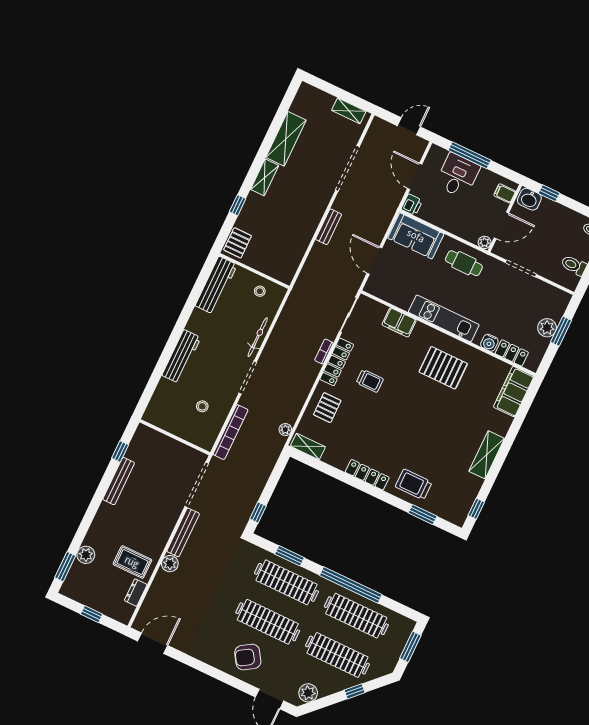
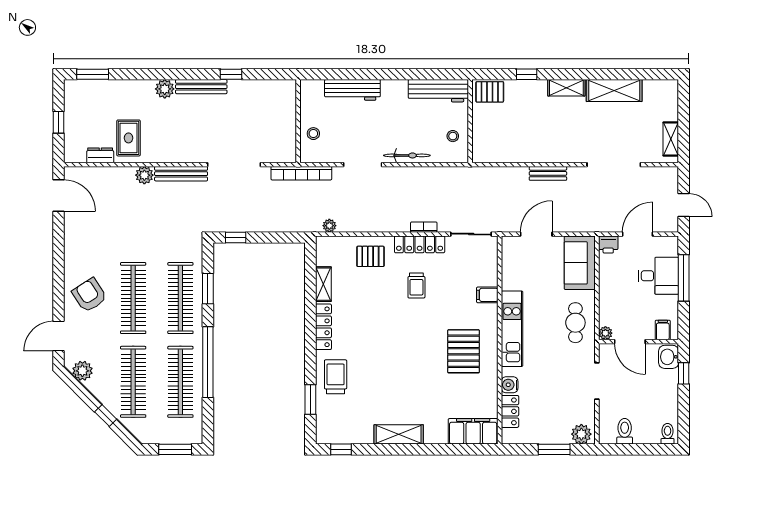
filing cabinet: (399, 322) -> (487, 295), width x0.50
plant: (547, 328) -> (581, 434), moved
wall: (175, 437) -> (298, 121), moved
shelving: (308, 446) -> (323, 284), moved
plant: (86, 555) -> (165, 89), moved

